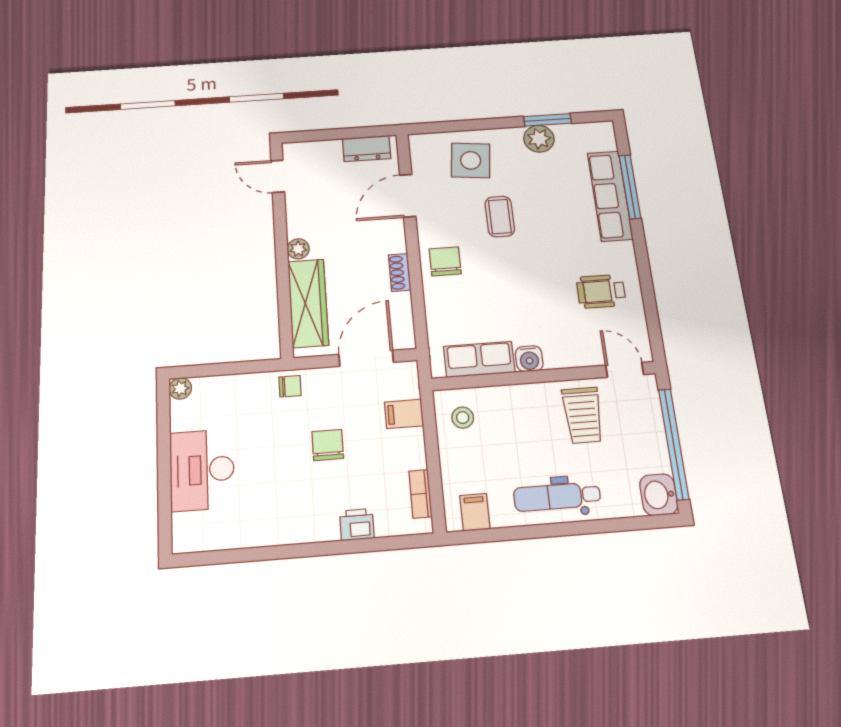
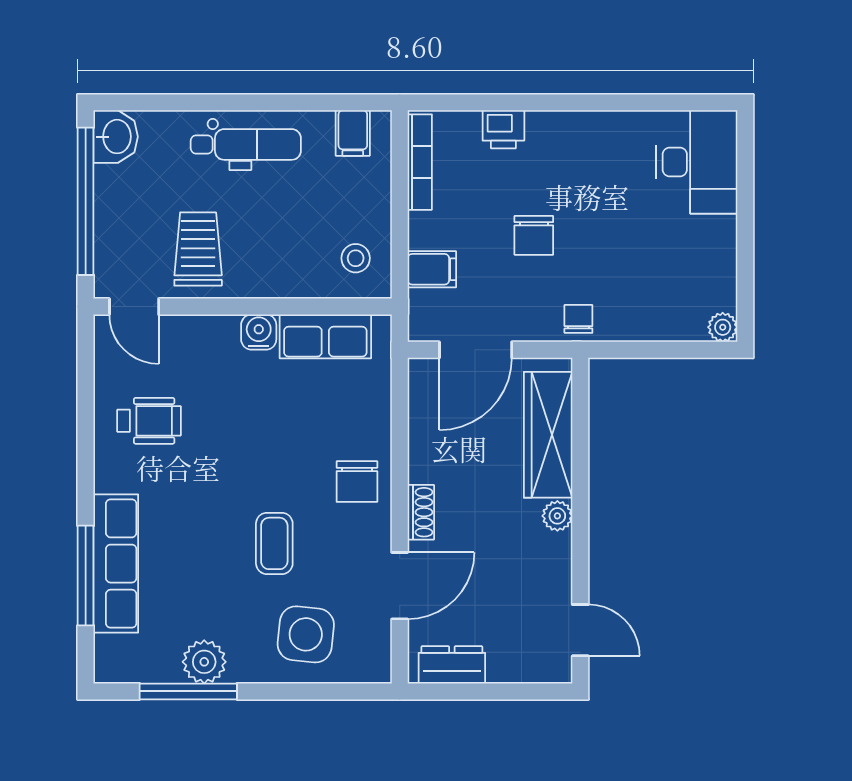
window: (547, 120) -> (188, 691), width x1.44
shoe rack: (400, 272) -> (421, 512), moved
chair: (290, 386) -> (578, 319), turned 90
desk: (202, 470) -> (697, 162), moved
bookcase: (420, 494) -> (420, 162), width x1.56

